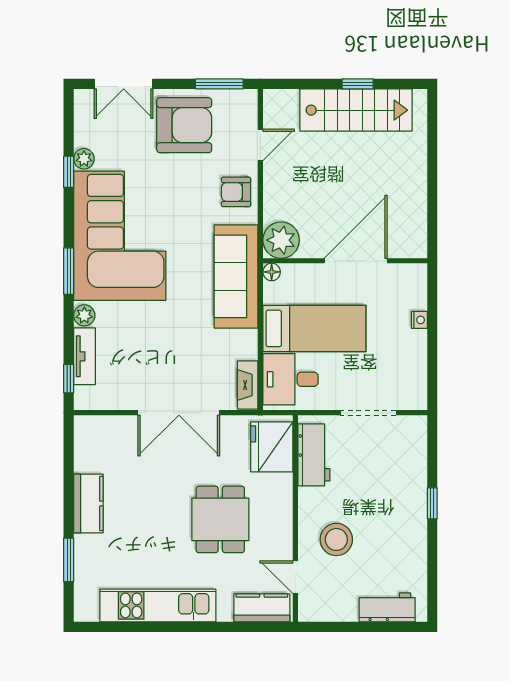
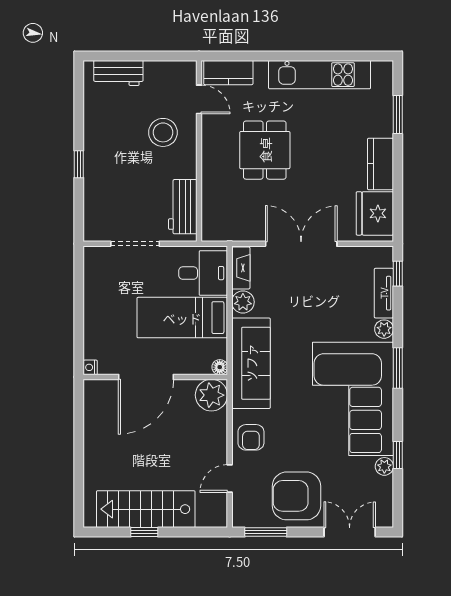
armchair: (236, 192) -> (251, 437), turned 90
nightstand: (419, 320) -> (90, 367), moved
plant: (245, 346) -> (243, 302), added
fridge: (272, 447) -> (375, 213), moved, turned 180

